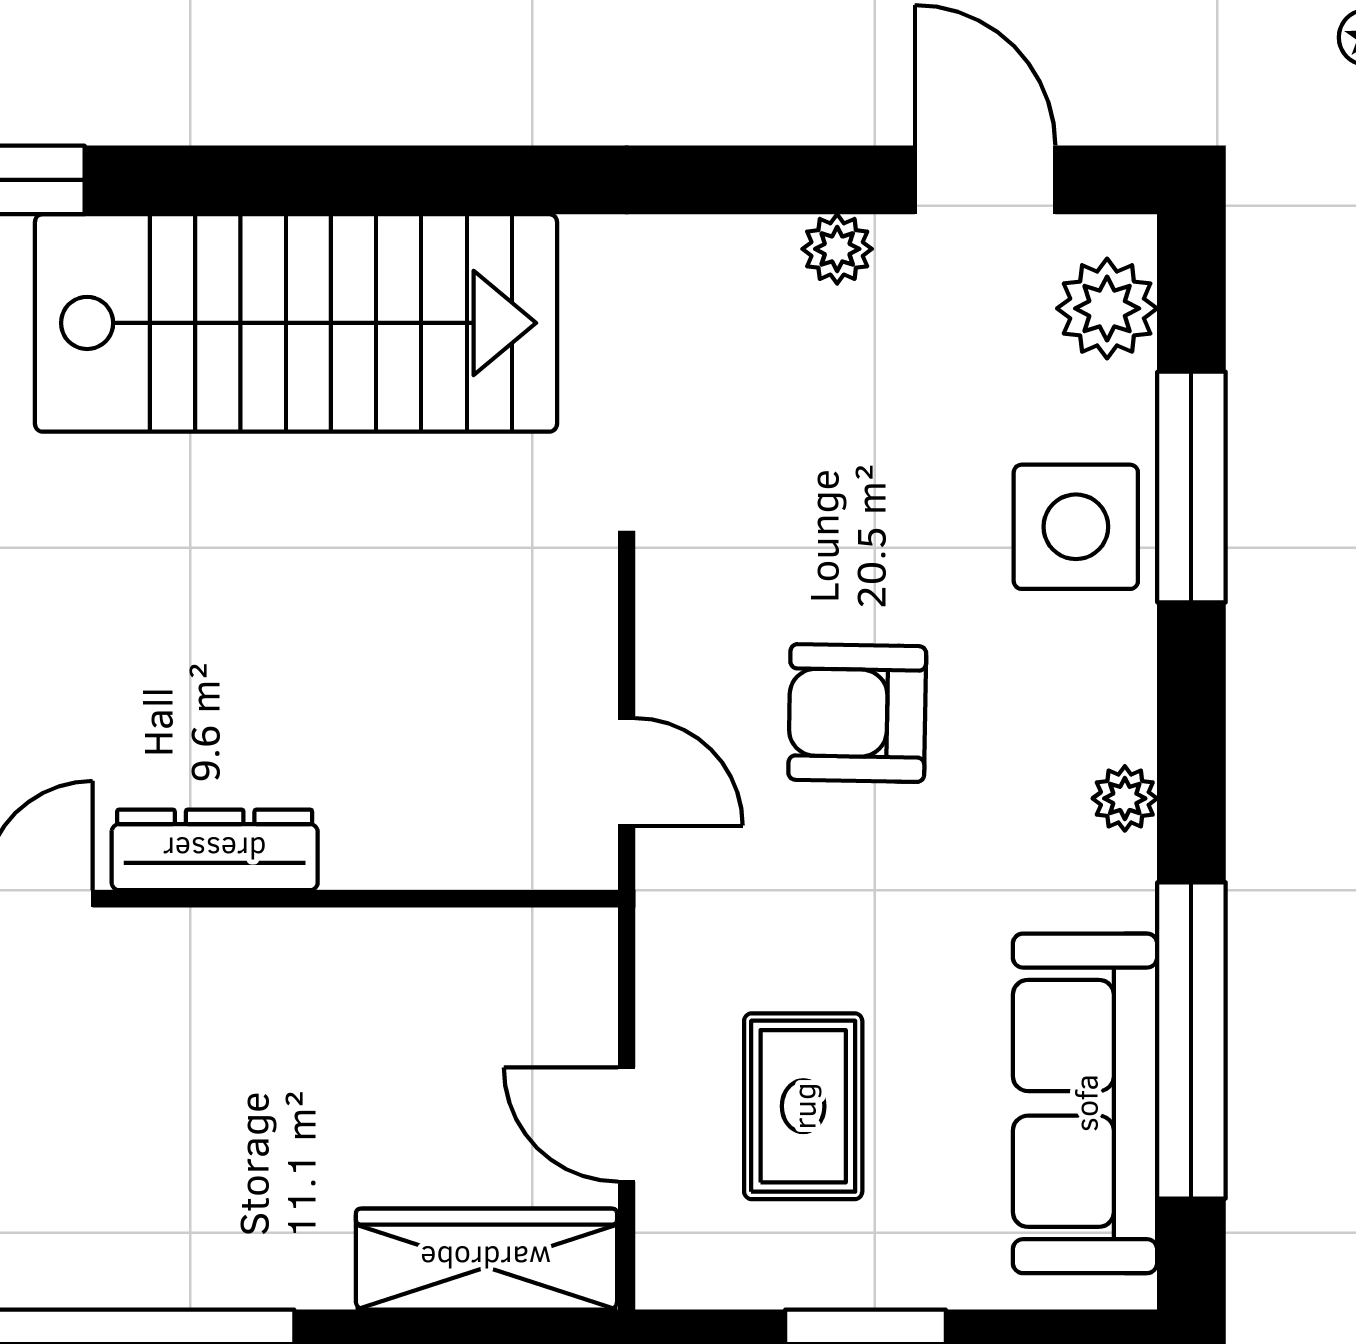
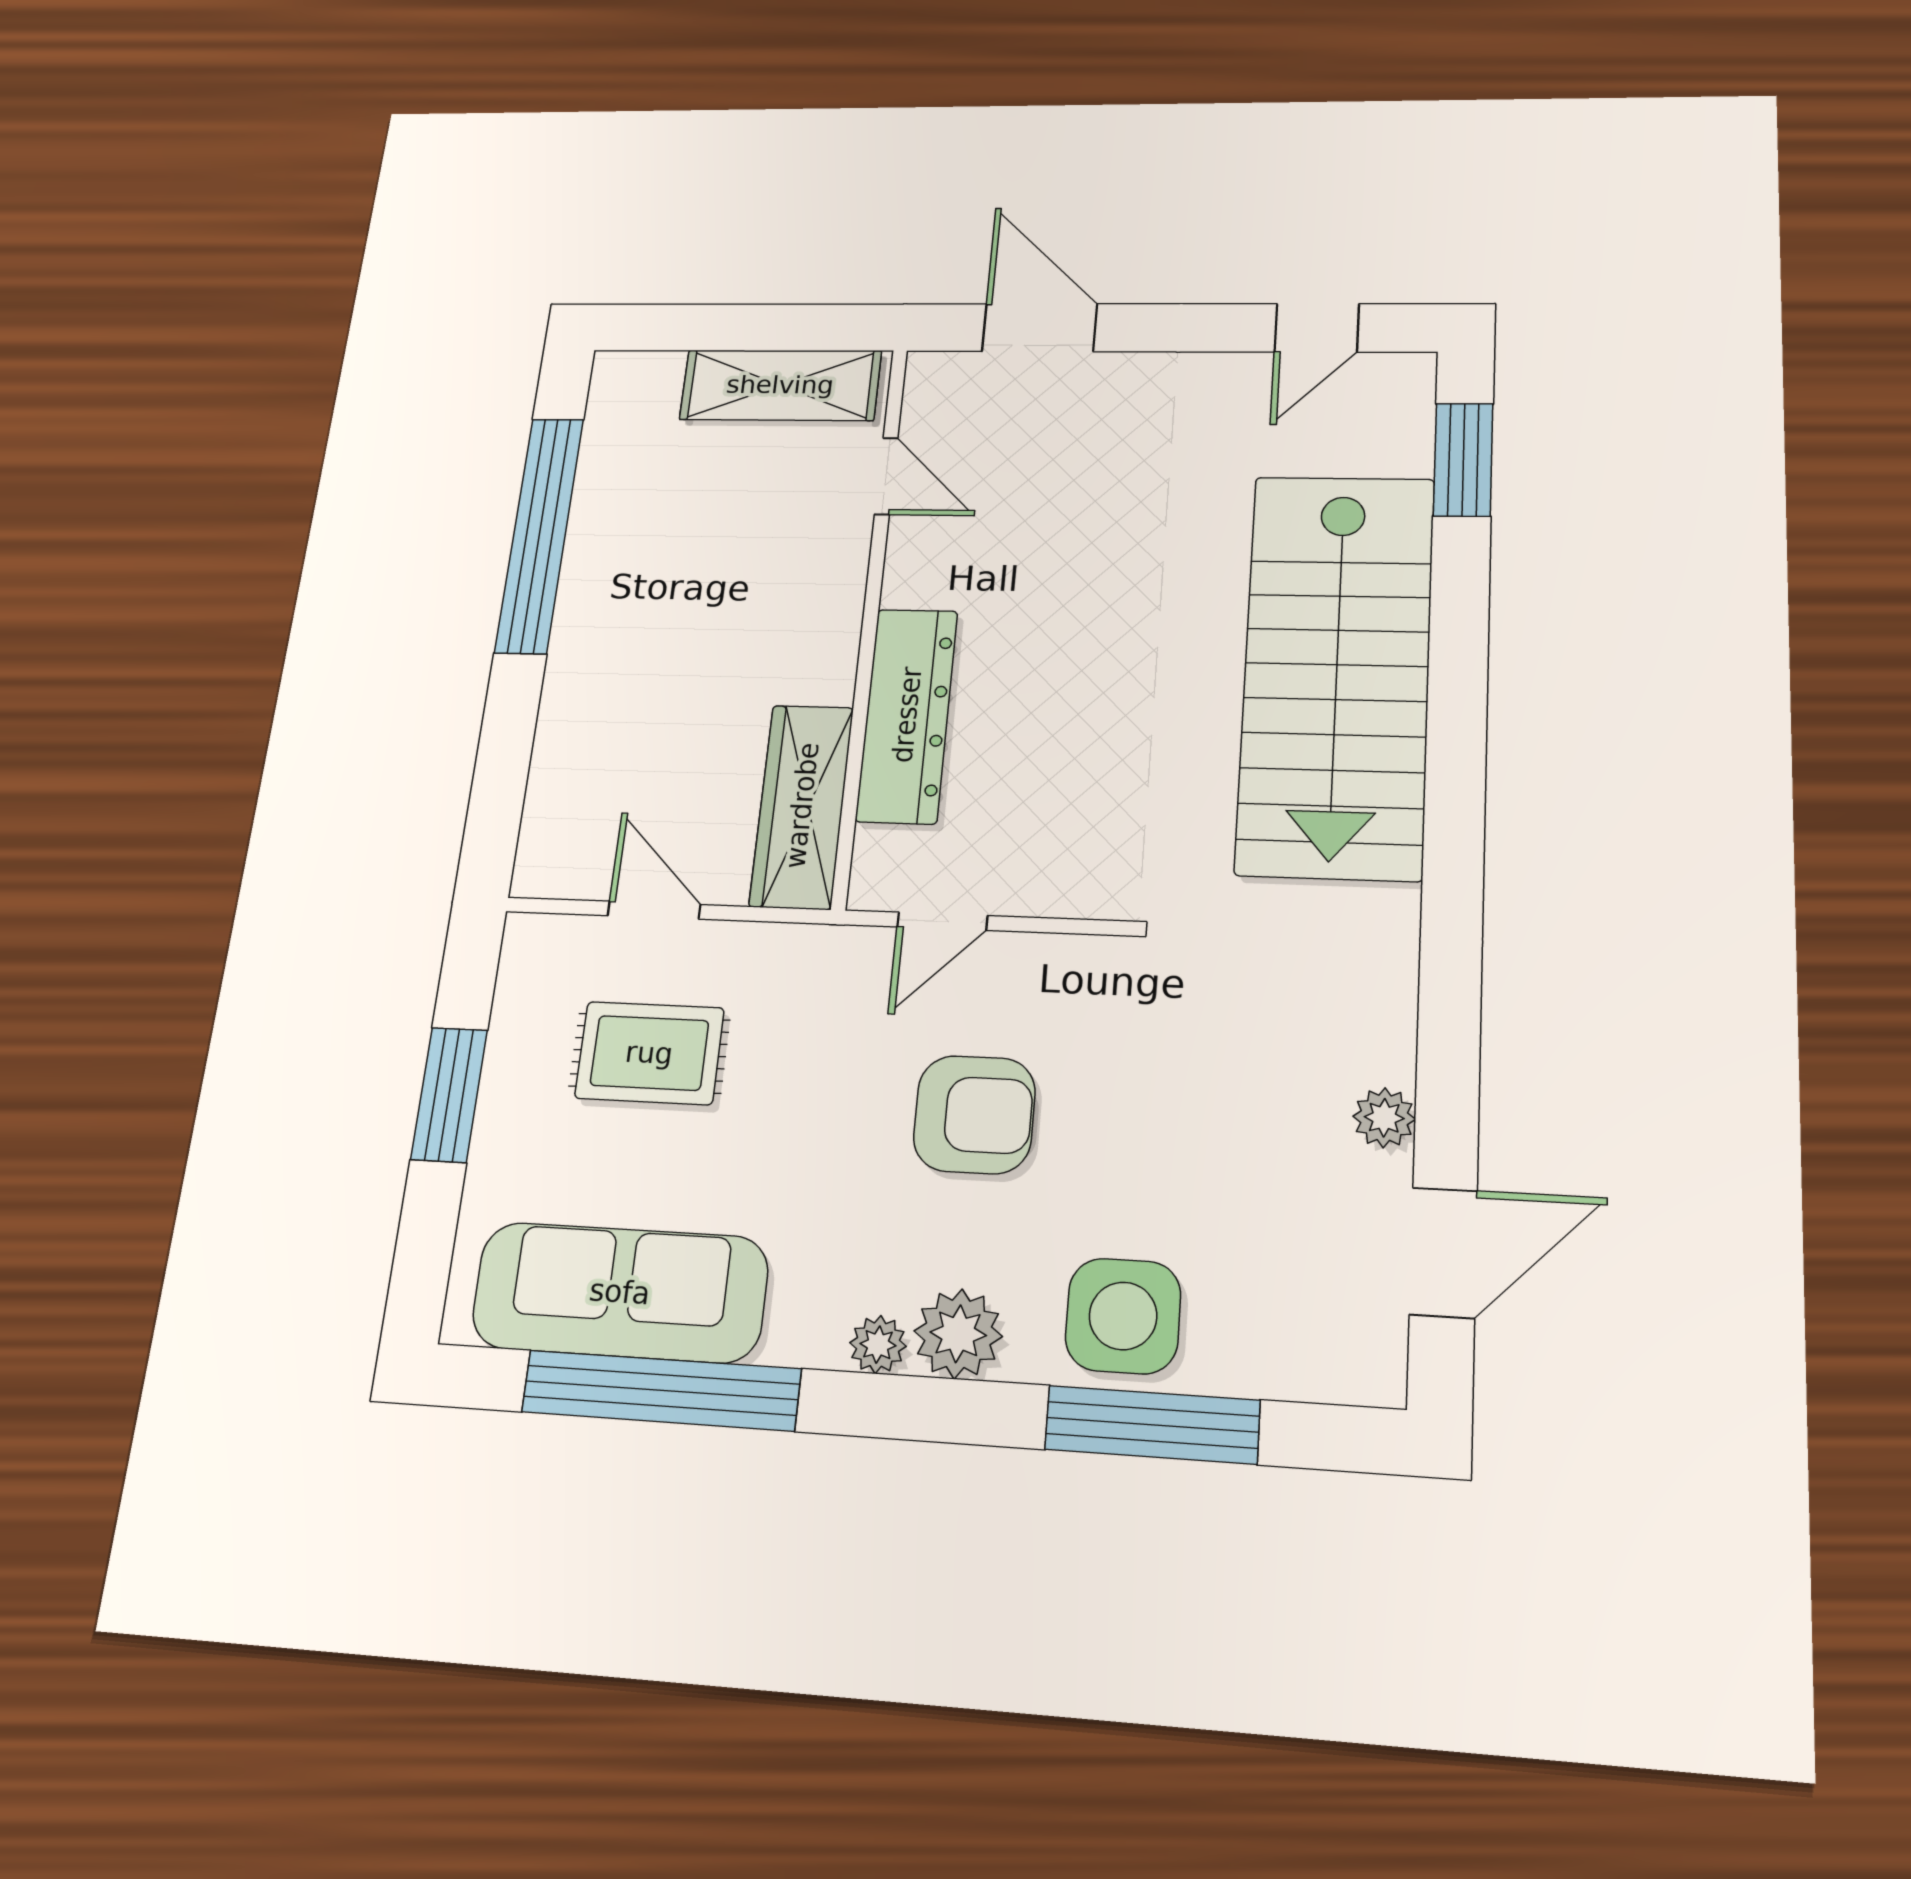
plant: (1107, 308) -> (958, 1334), moved
armchair: (857, 713) -> (974, 1115), turned 89
dresser: (215, 850) -> (907, 715), moved, width x1.37, depth x1.24
door: (627, 1124) -> (654, 910), hinge flipped
wardrobe: (486, 1259) -> (802, 806), moved, turned 180

